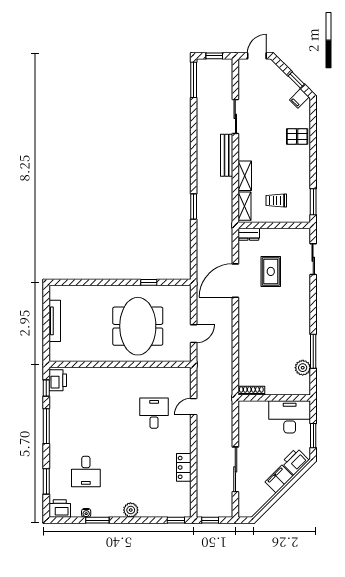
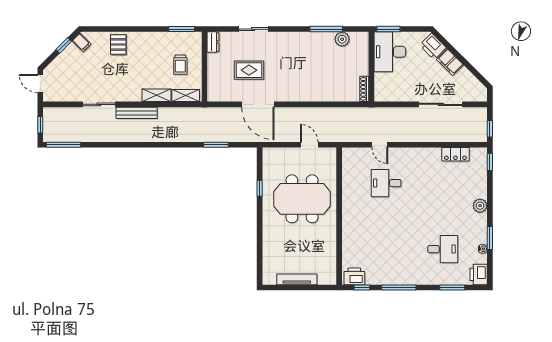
window: (194, 206) -> (216, 145), moved
dresser: (249, 234) -> (213, 42), moved
sliding door: (313, 259) -> (253, 29), moved
window: (313, 436) -> (388, 29), moved
locker: (184, 467) -> (455, 154), moved

